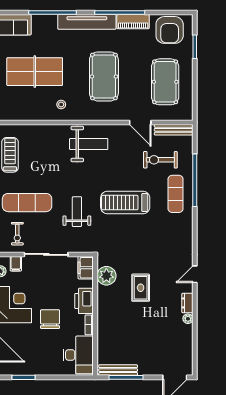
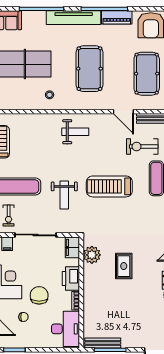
weight bench: (89, 144) -> (75, 132), width x0.73, depth x0.75
weight bench: (77, 212) -> (64, 195), turned 180
chair: (33, 342) -> (23, 317), added

